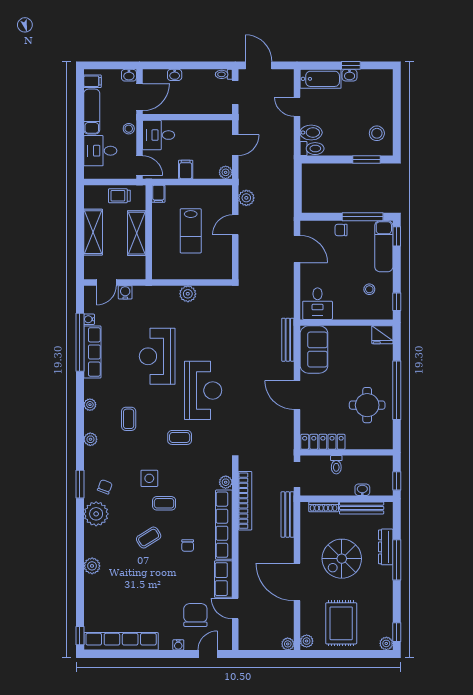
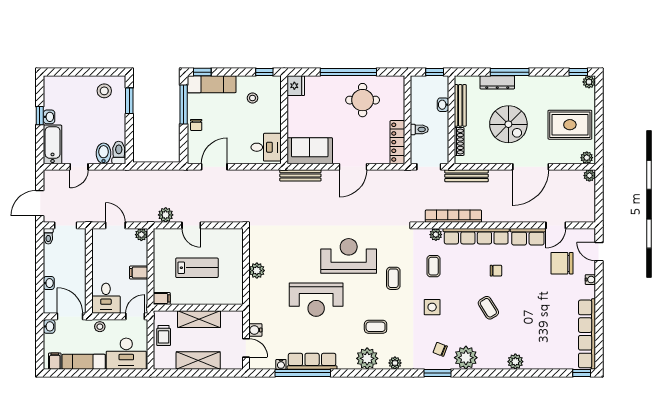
desk: (100, 151) -> (126, 354), width x1.37
plant: (90, 405) -> (367, 358), width x1.88, depth x1.88
coffee table: (164, 503) -> (433, 266), moved

